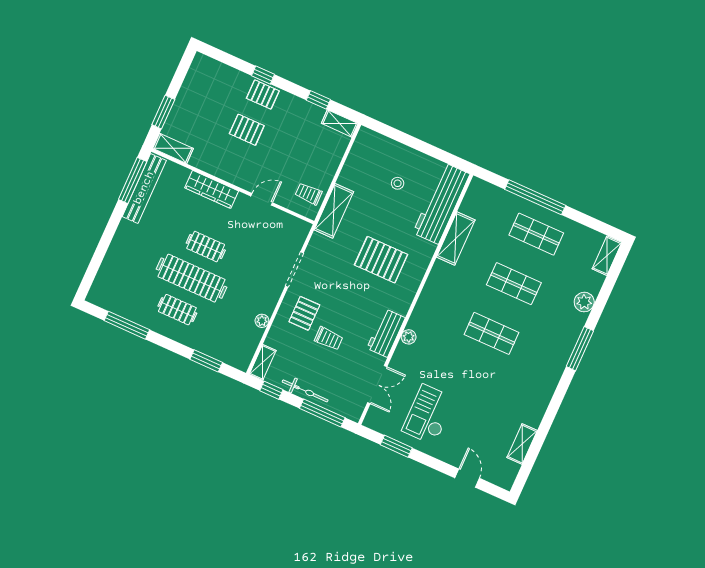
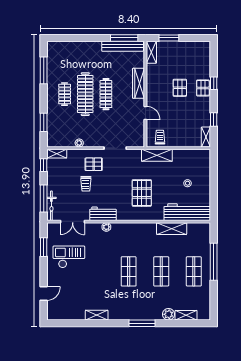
clothes rail: (206, 247) -> (106, 94), width x1.36
shelving: (607, 256) -> (186, 315), moved
bicycle: (305, 391) -> (51, 206), moved
shelving: (522, 444) -> (97, 315), moved

